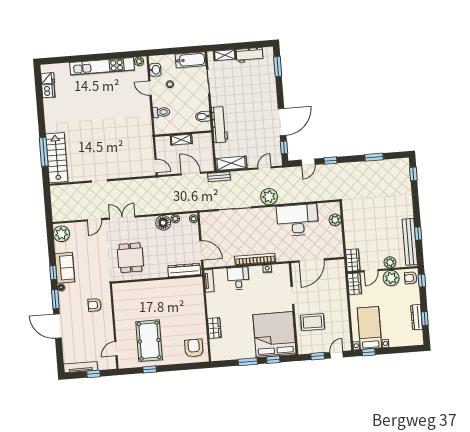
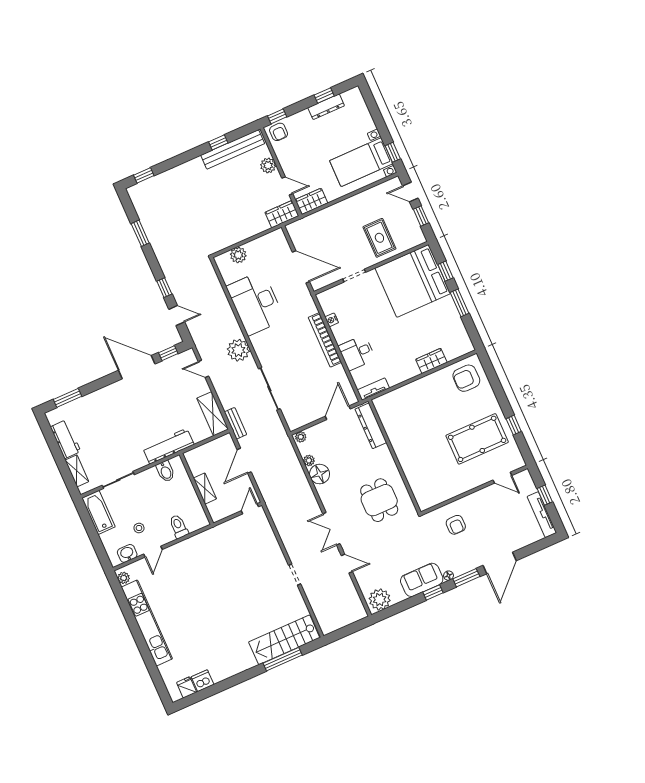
dining table: (130, 258) -> (379, 500), turned 90
plant: (391, 278) -> (288, 157), removed

